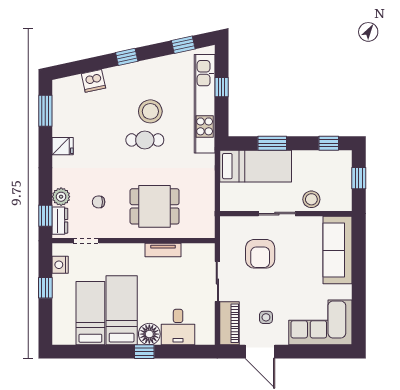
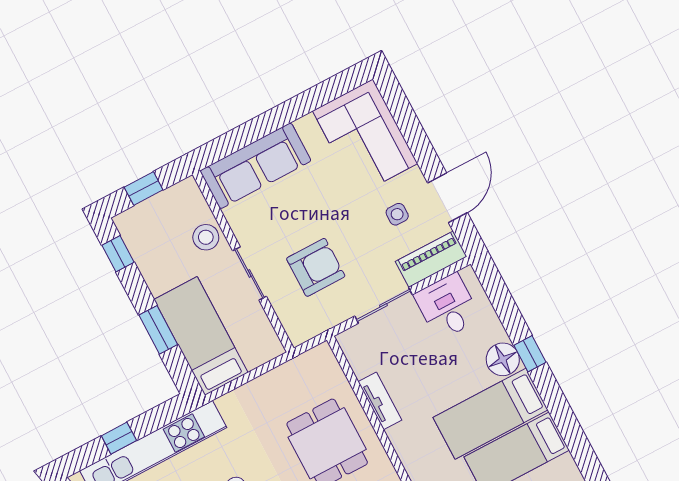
desk: (178, 327) -> (447, 307), moved, turned -90

